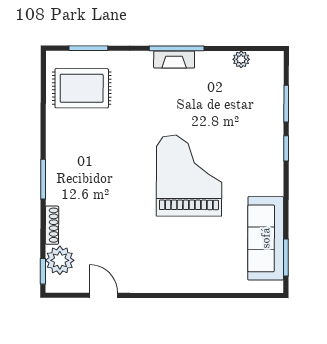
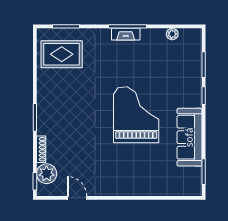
sofa: (266, 238) -> (189, 137), moved

